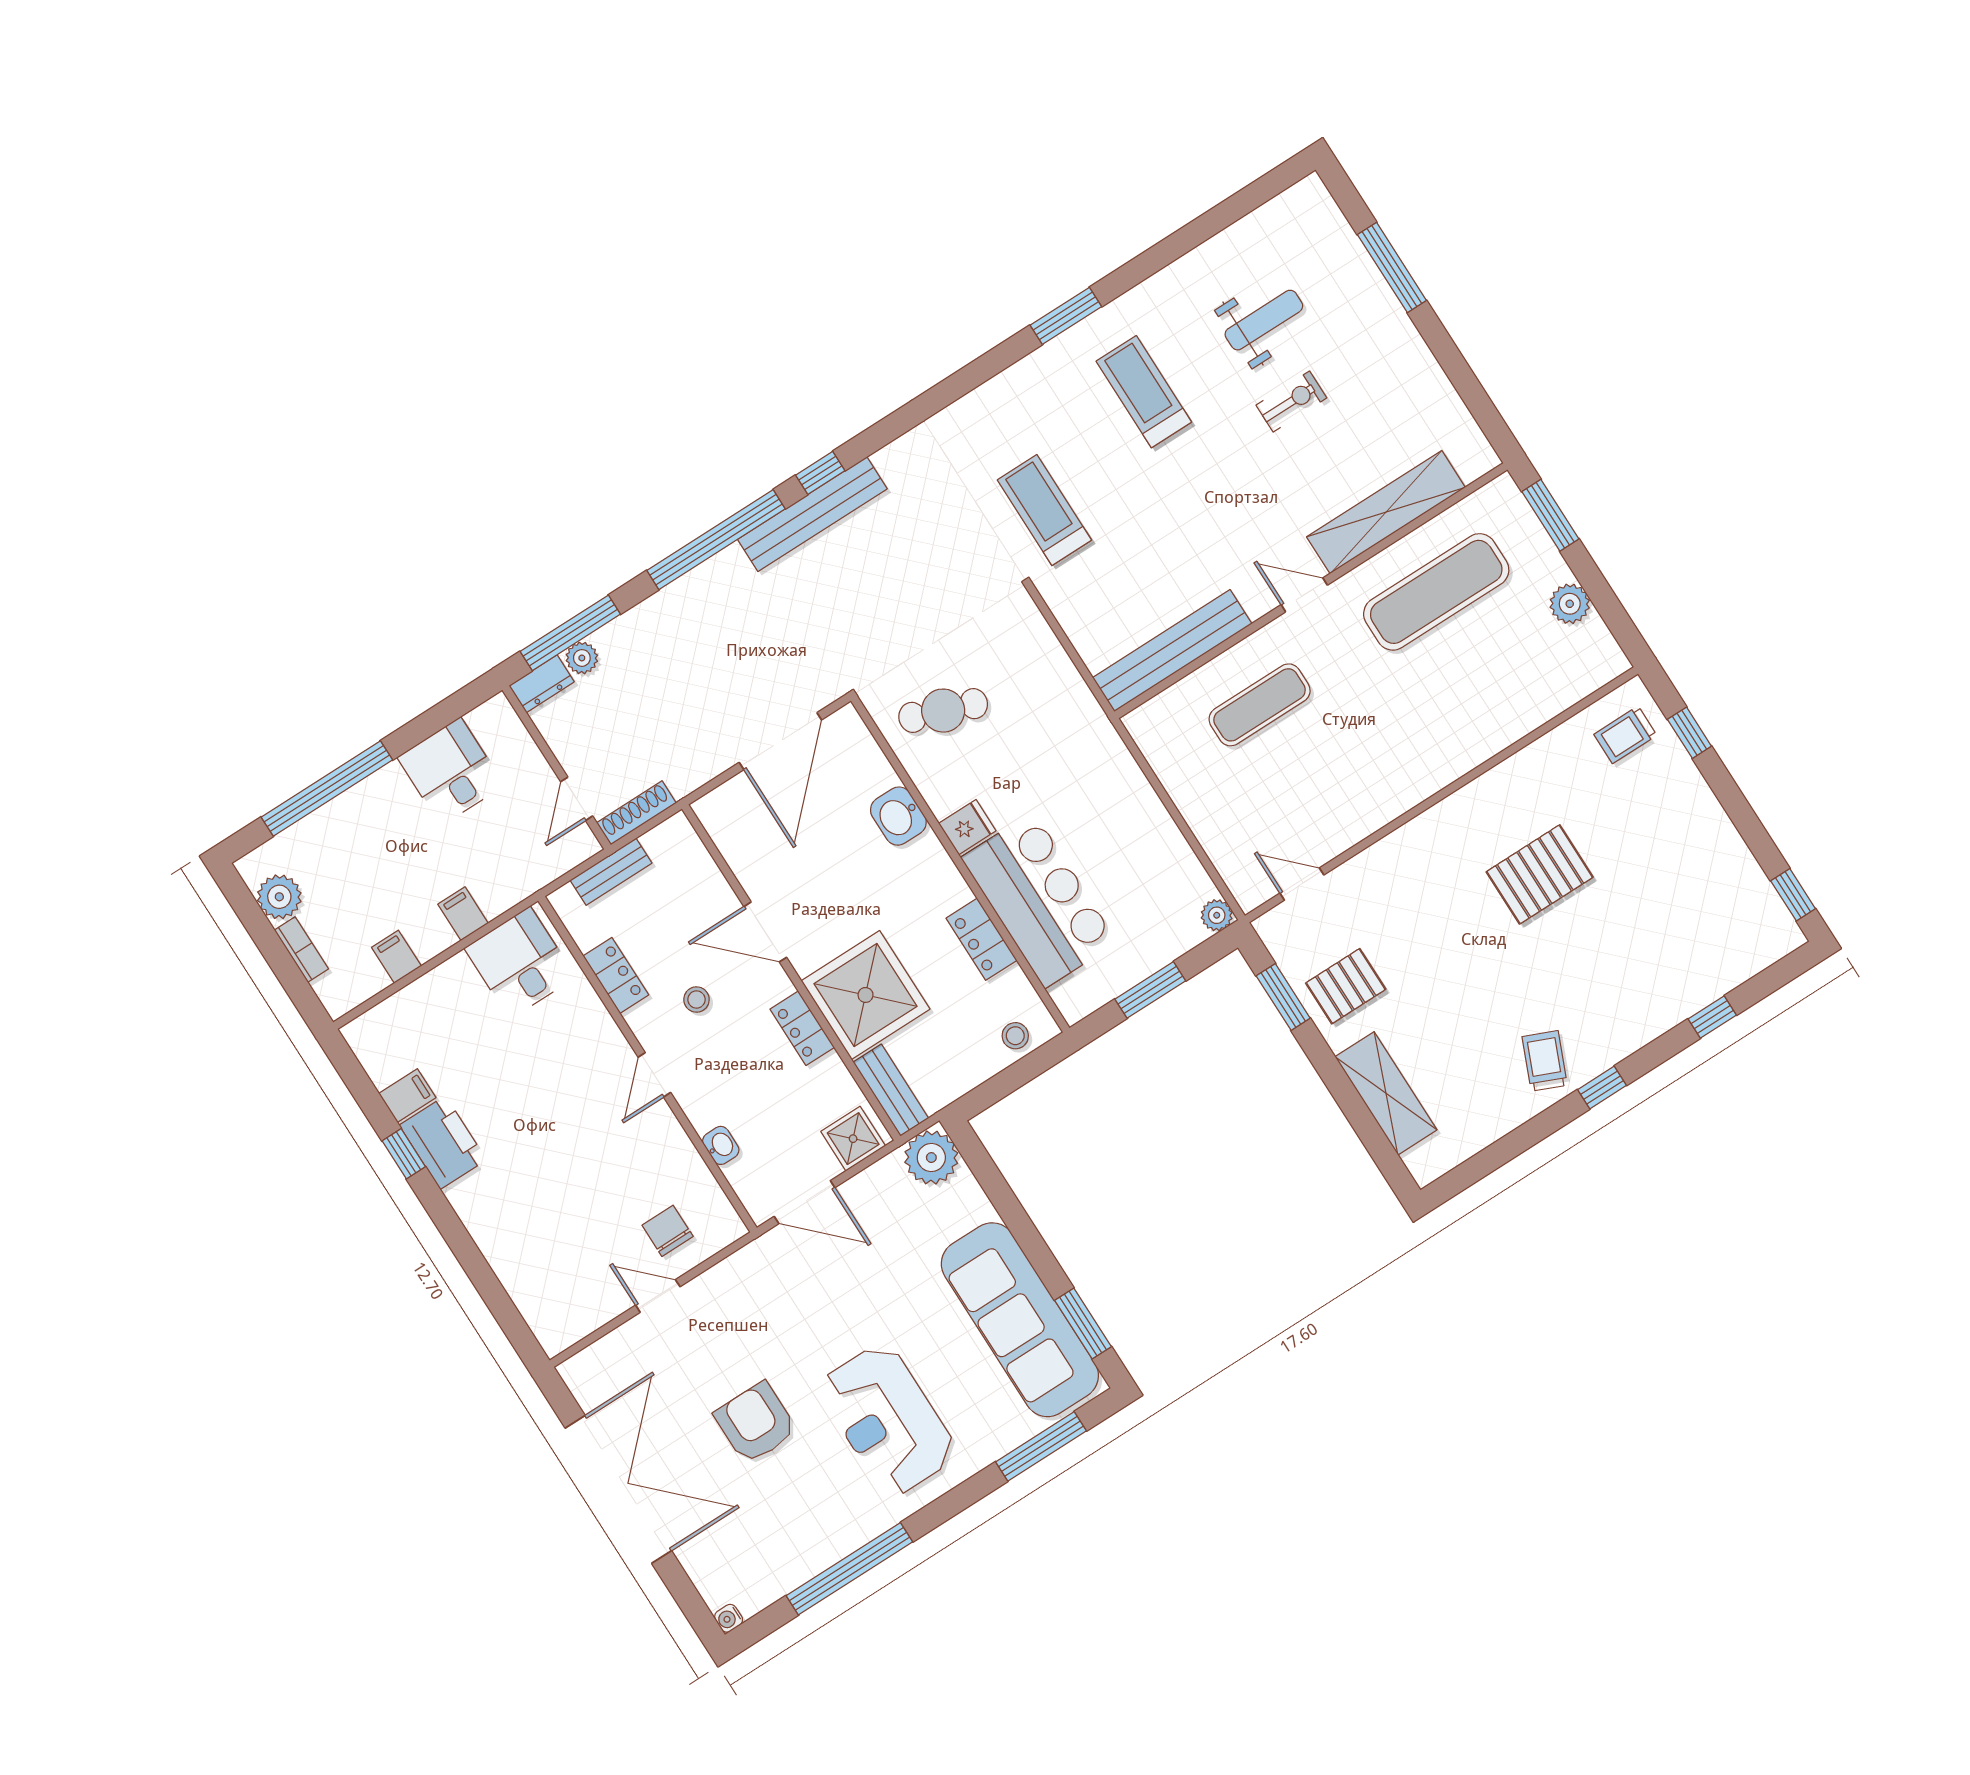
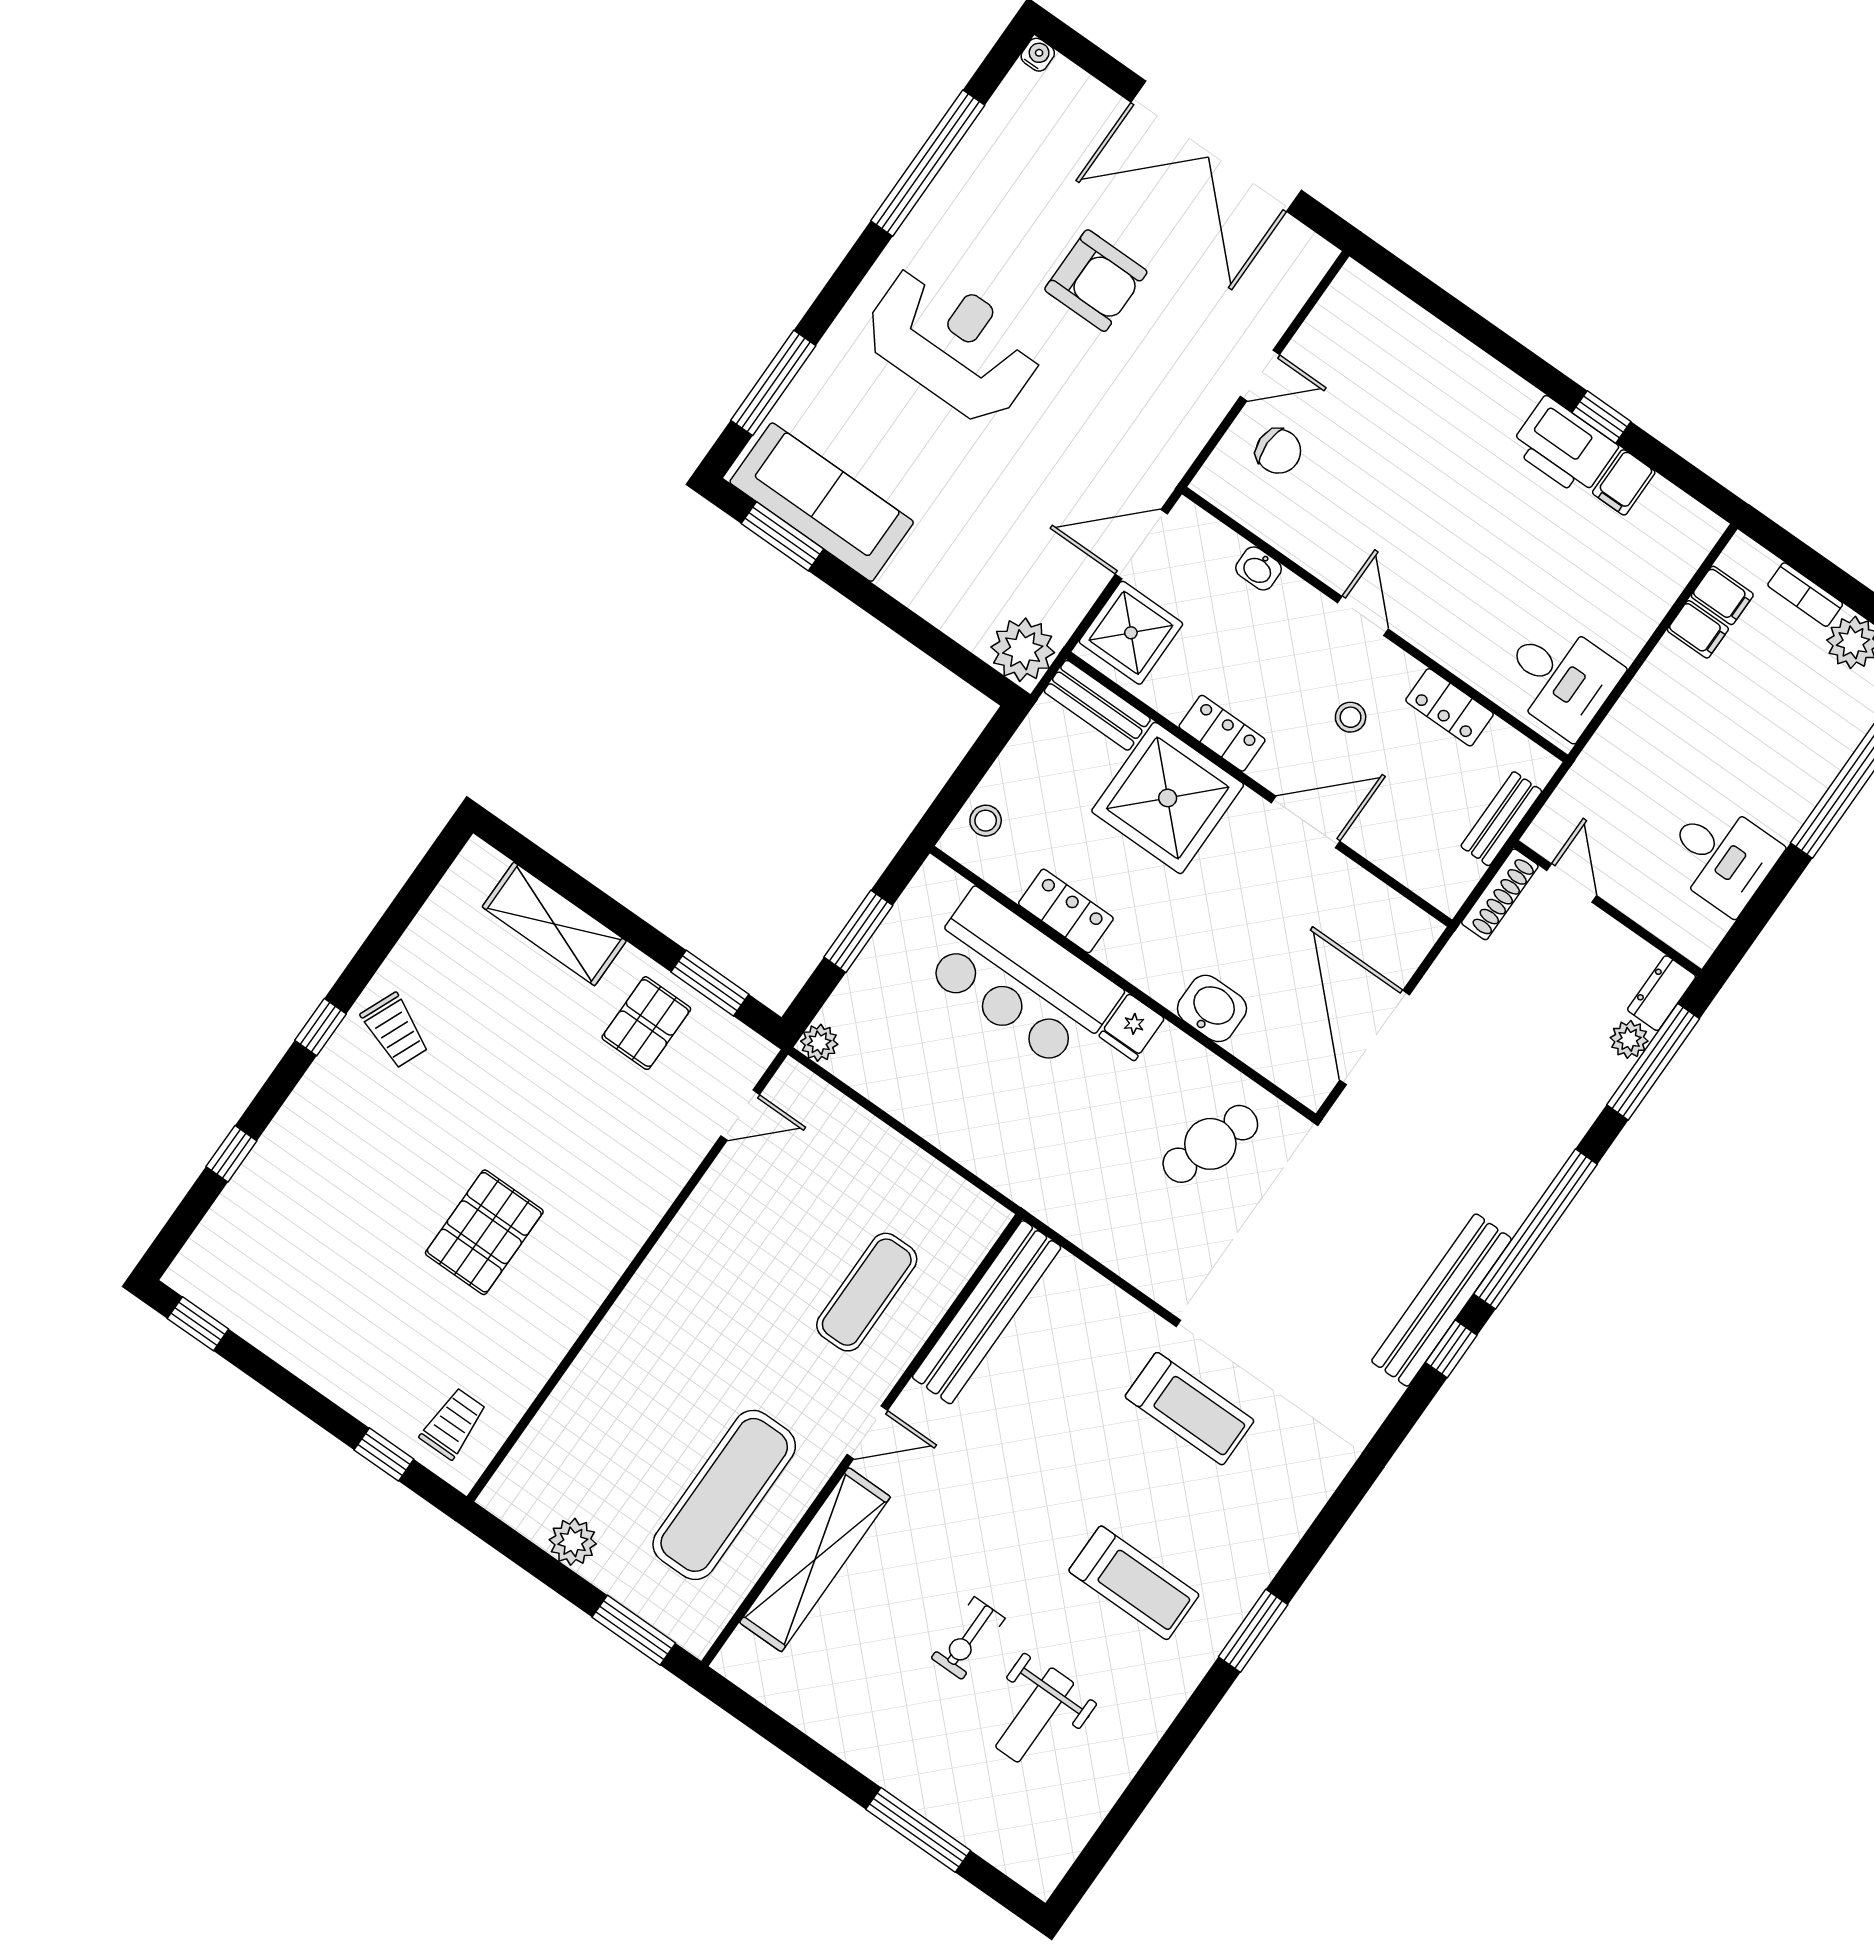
filing cabinet: (463, 914) -> (1722, 595), moved
shower: (853, 1139) -> (1131, 633), width x1.36, depth x1.36
sofa: (1020, 1320) -> (822, 502), width x0.74, depth x0.79

